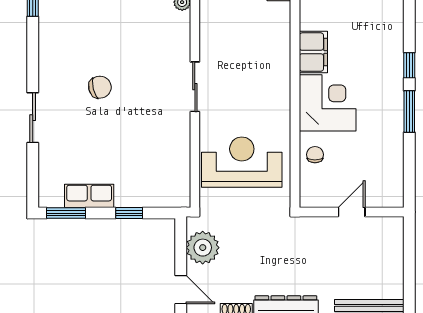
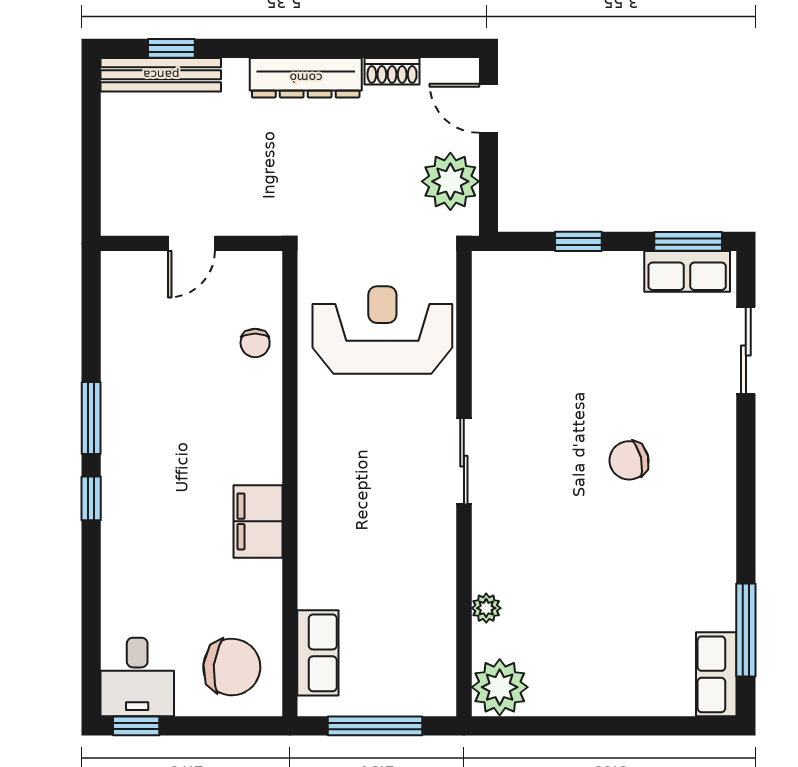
corner desk: (328, 103) -> (233, 433), removed
sliding door: (33, 118) -> (746, 351), moved
reception desk: (242, 162) -> (382, 330), turned 180
row of seats: (89, 196) -> (687, 271), moved

